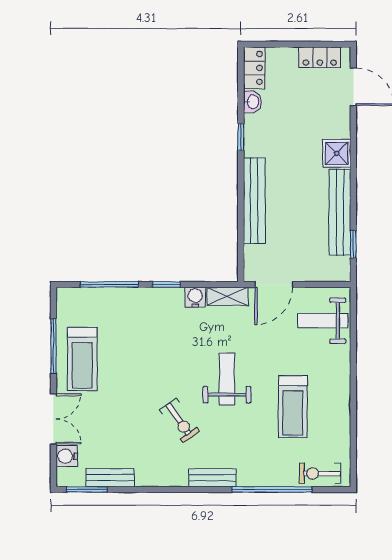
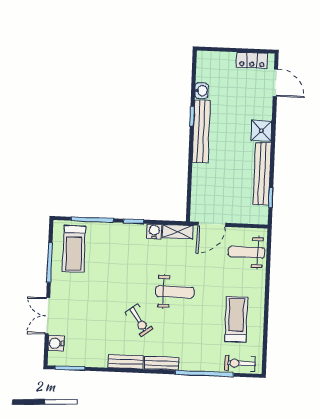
locker: (254, 68) -> (204, 66), removed
bench: (254, 201) -> (201, 131), moved
treadmill: (82, 359) -> (74, 249), moved
weight bench: (227, 379) -> (175, 292), turned 90
treadmill: (293, 407) -> (236, 319), moved, turned 180
double door: (53, 419) -> (47, 316), swing flipped
bench: (110, 478) -> (126, 362), moved

